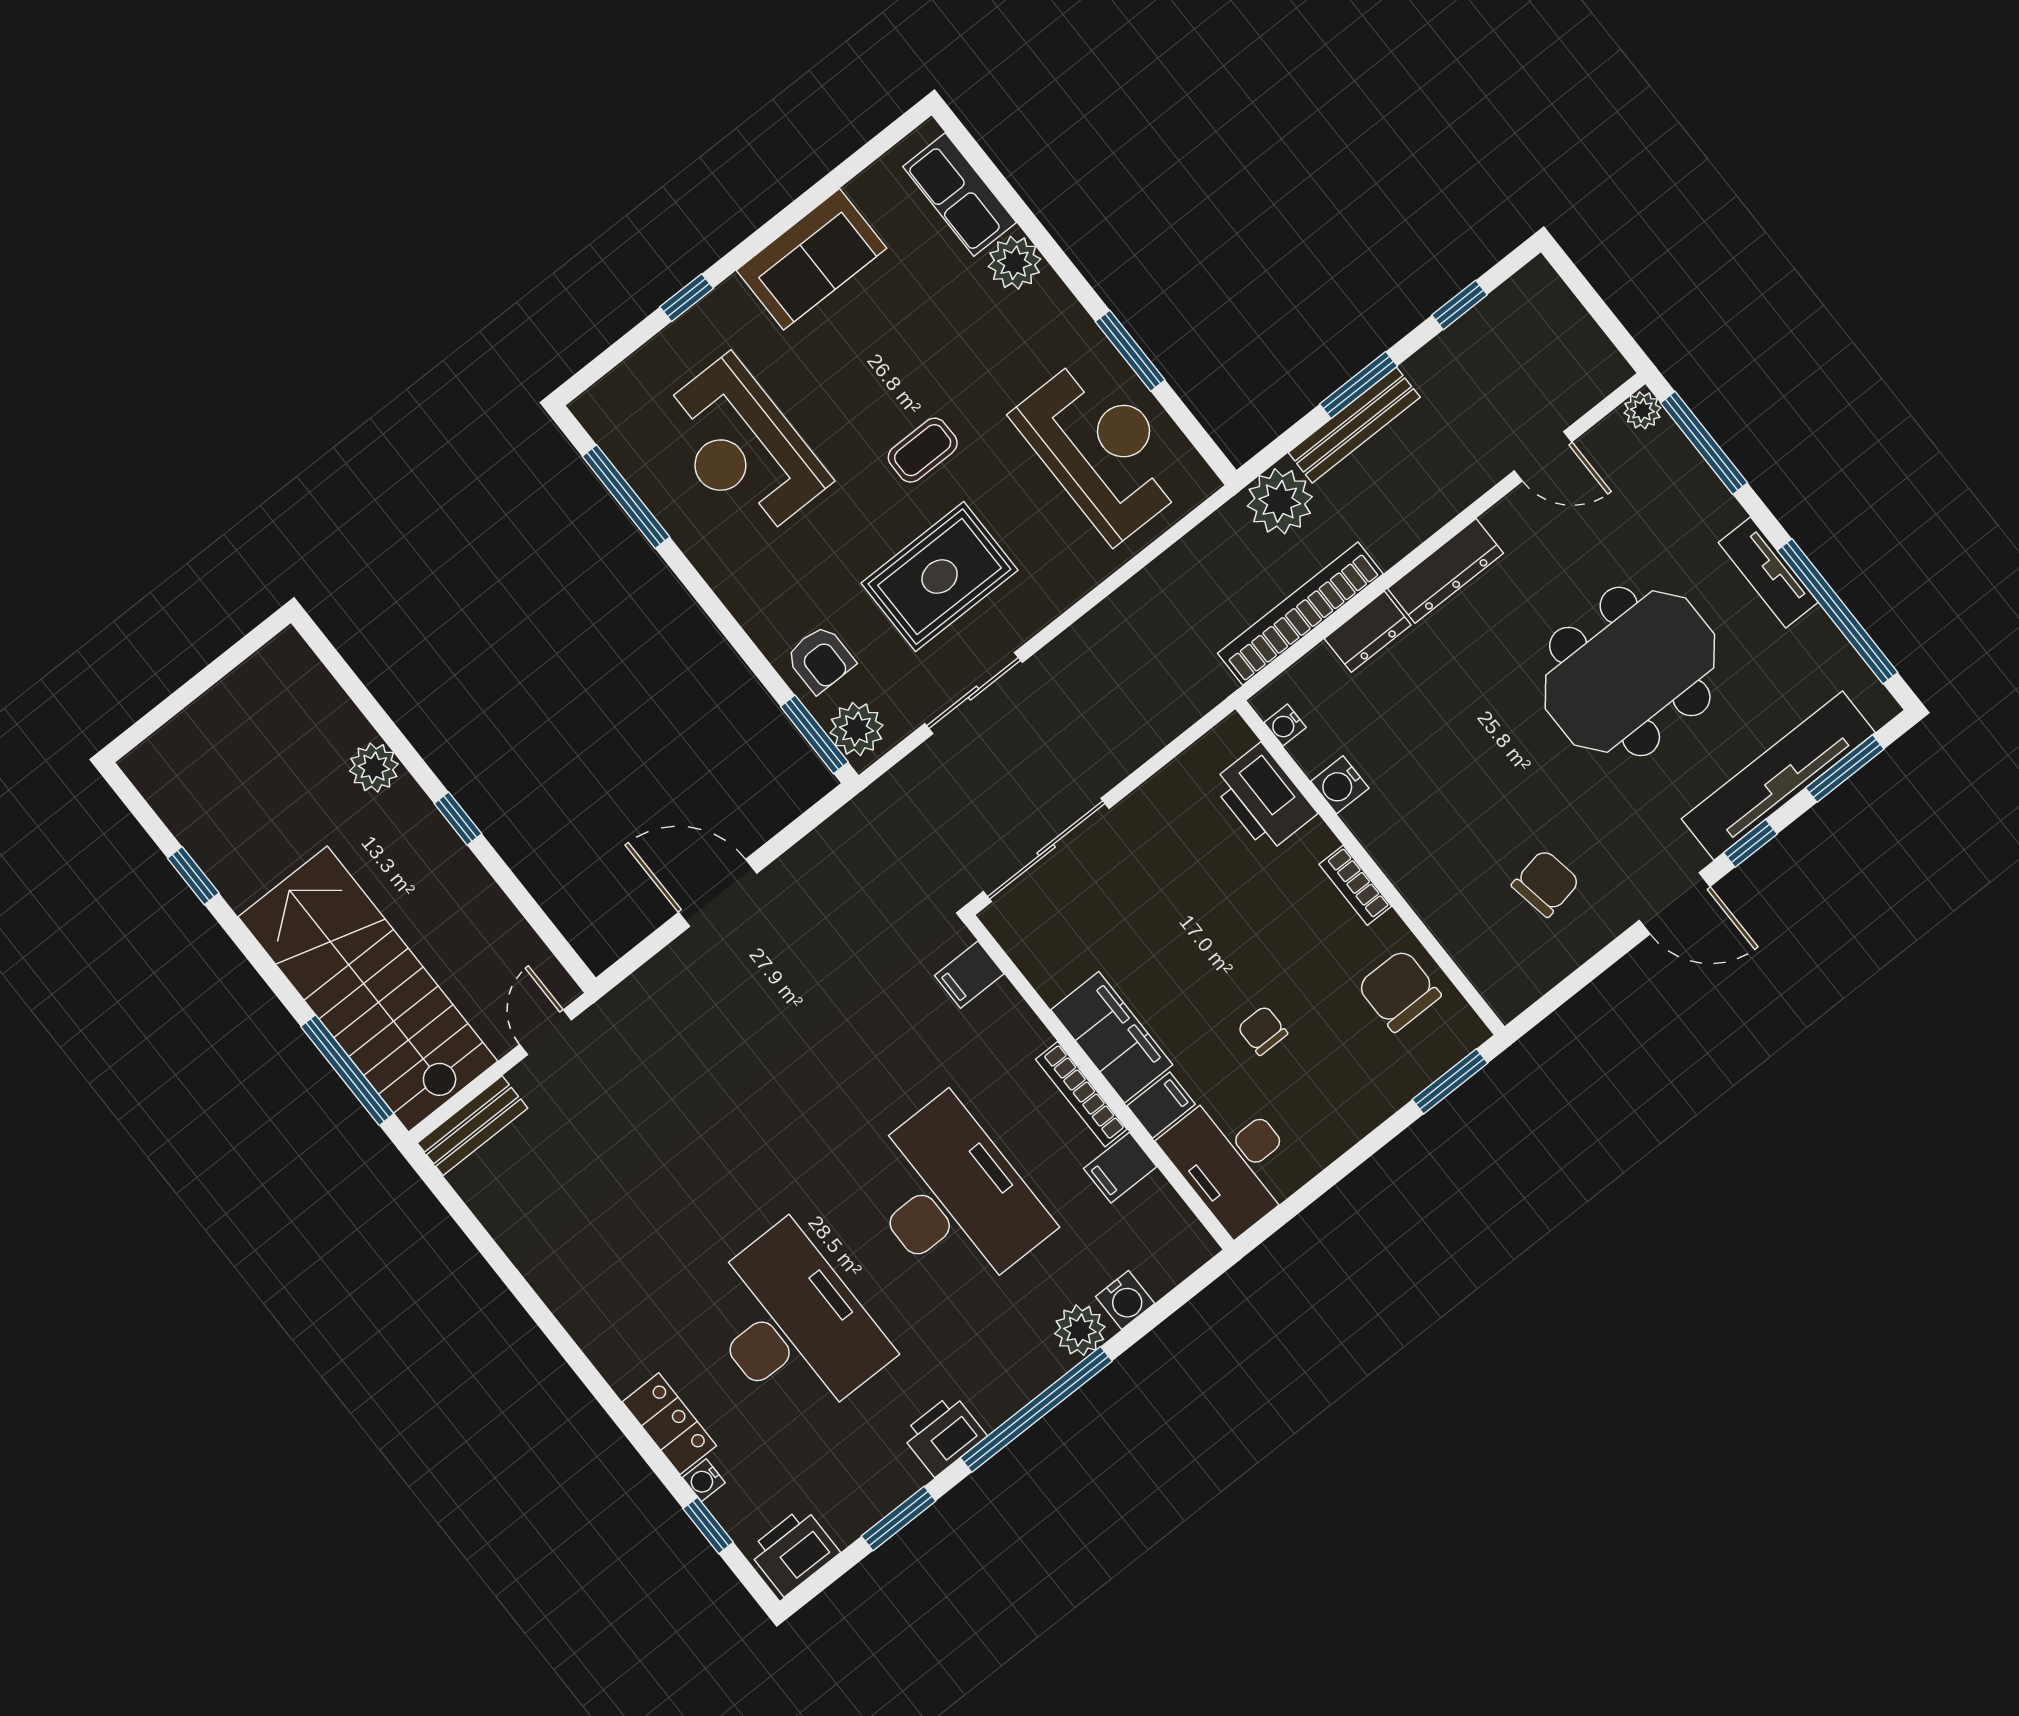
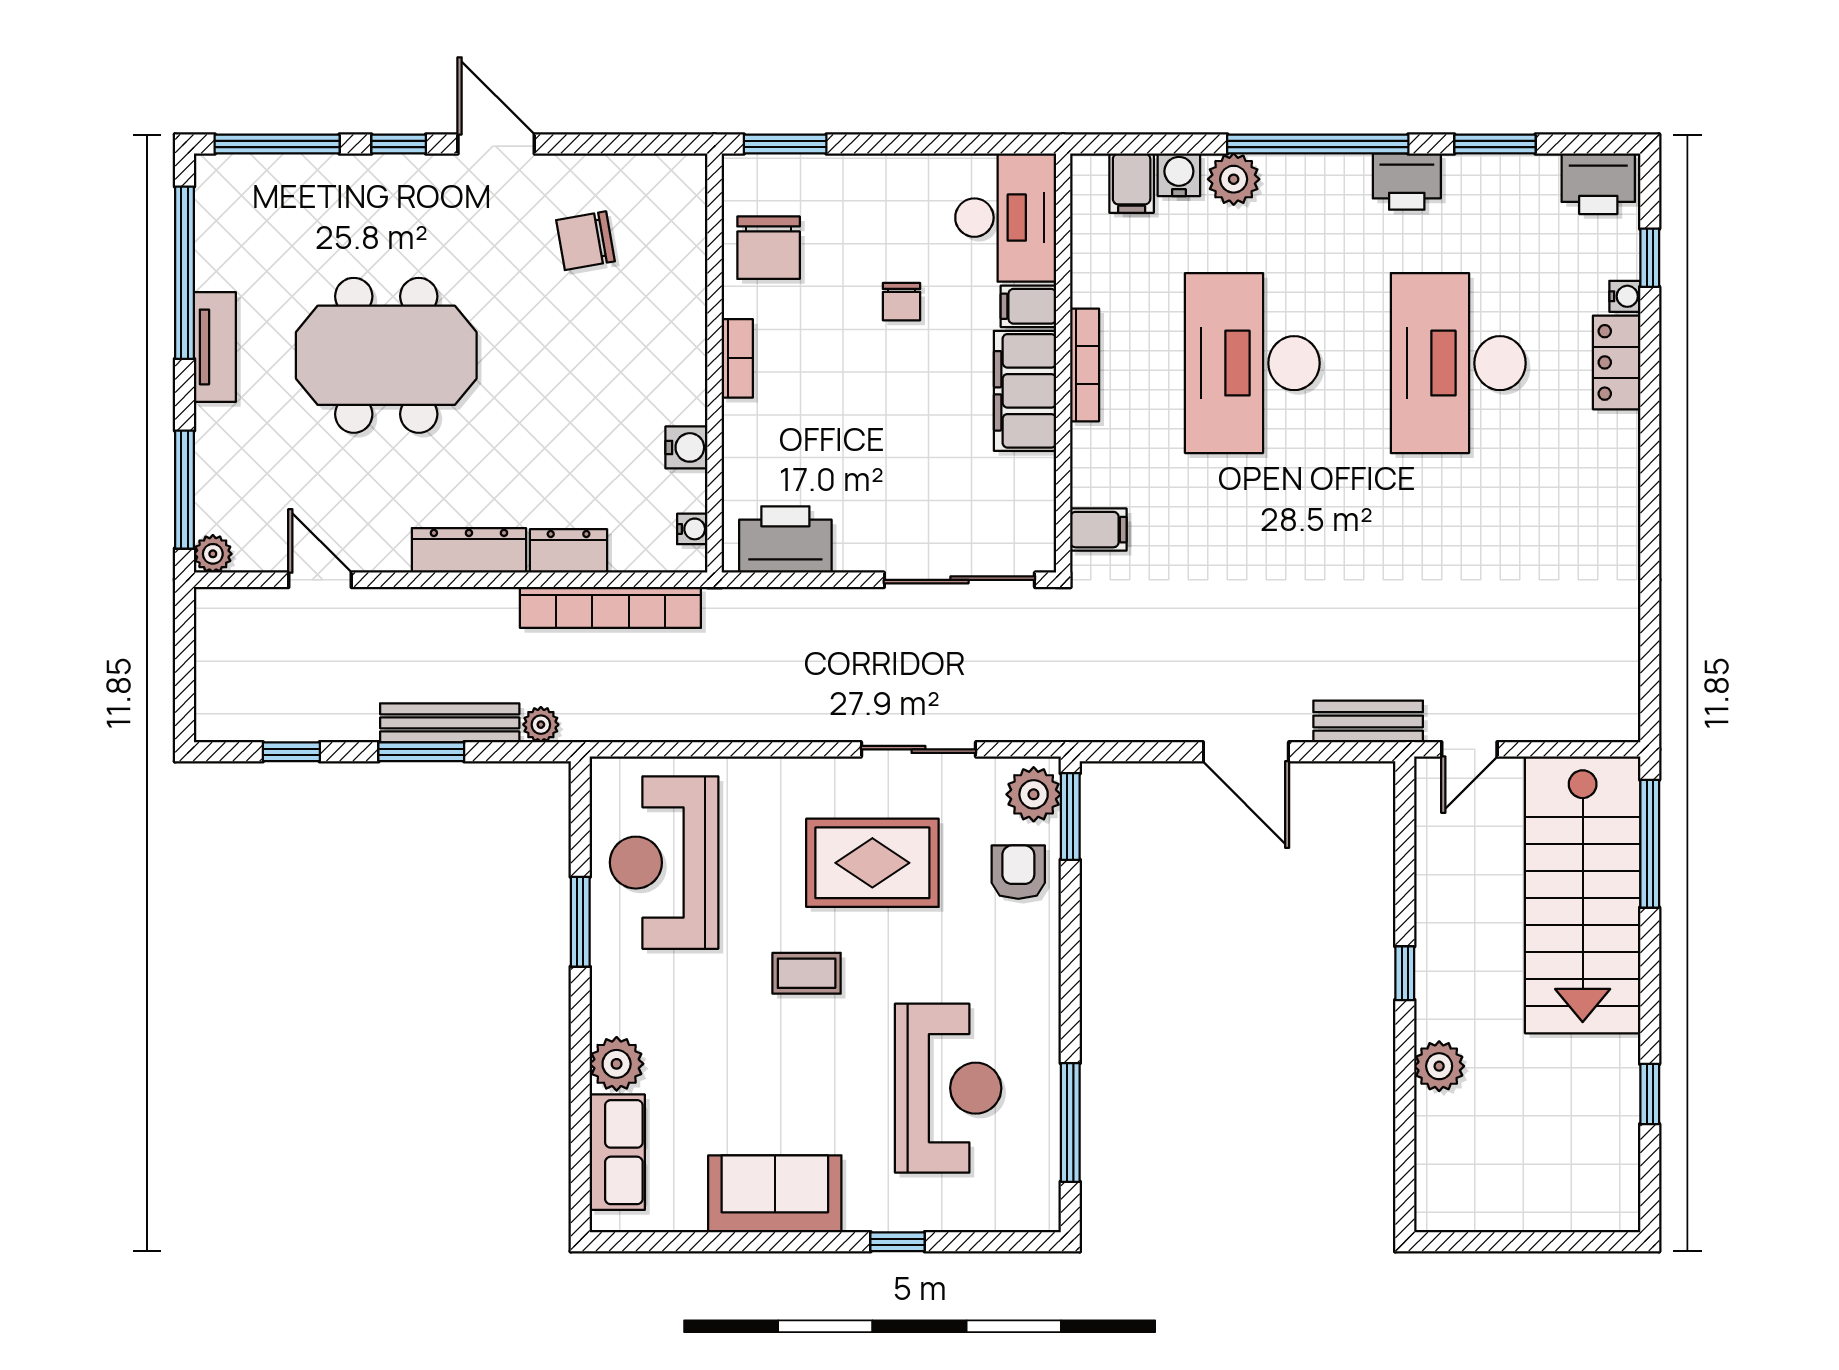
plant: (1280, 501) -> (541, 725), width x0.53, depth x0.53
window: (1845, 768) -> (277, 144), width x1.44
tv unit: (1778, 776) -> (334, 180), removed
printer: (1264, 798) -> (785, 540), moved, turned -90
bench: (473, 1126) -> (1368, 721), moved
filing cabinet: (1120, 1168) -> (1132, 183), moved, turned 90

